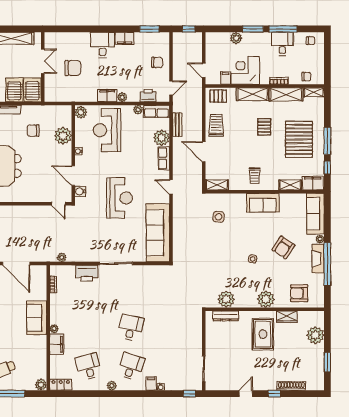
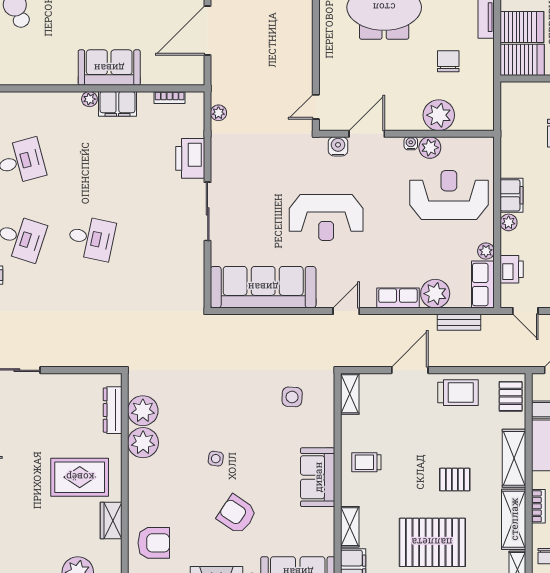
plant: (81, 112) -> (430, 148), moved
armchair: (299, 293) -> (154, 543), turned 90
plant: (266, 299) -> (143, 443), moved
filing cabinet: (57, 344) -> (117, 104), moved

